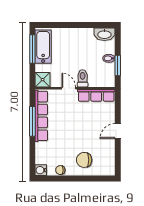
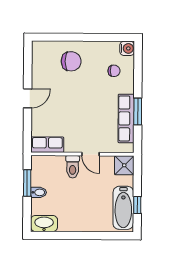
window: (32, 49) -> (137, 205), width x0.46
row of seats: (96, 95) -> (47, 145), width x0.68
row of seats: (41, 116) -> (126, 118), width x0.73
window: (32, 121) -> (138, 111), width x0.69
chair: (60, 170) -> (114, 71), moved

